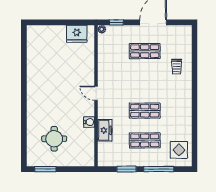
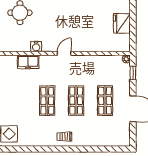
fridge: (77, 34) -> (122, 23), moved
trolley: (177, 67) -> (64, 137), moved
shop shelf: (145, 140) -> (76, 101), moved

